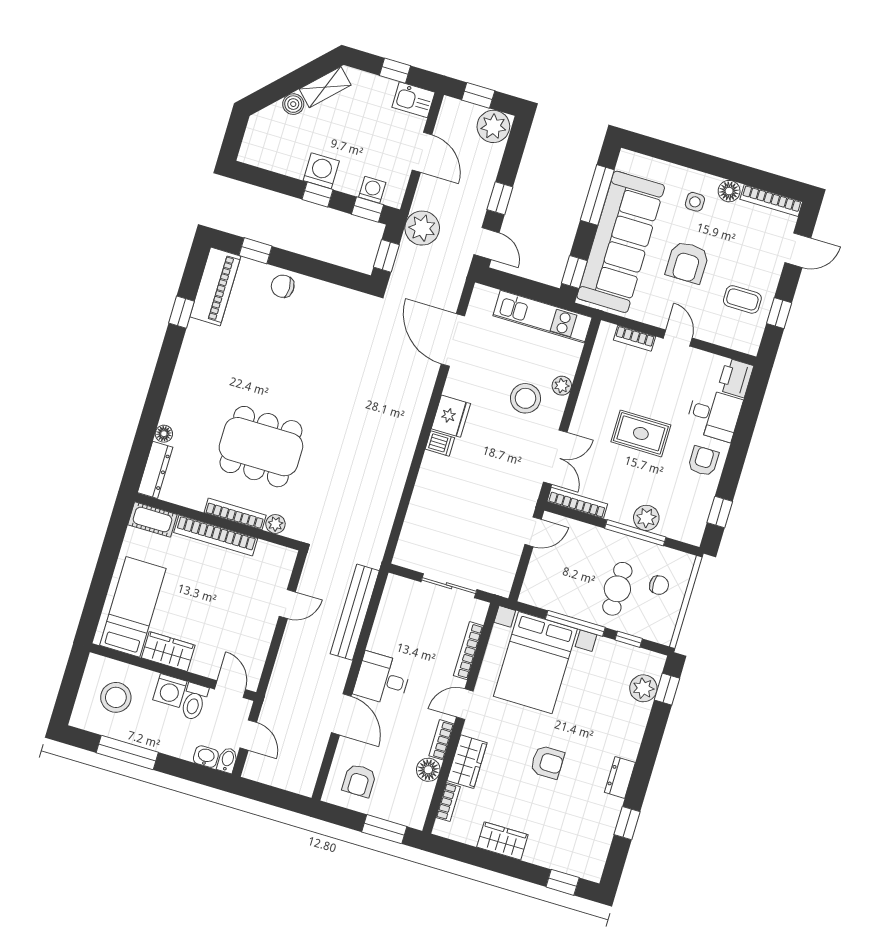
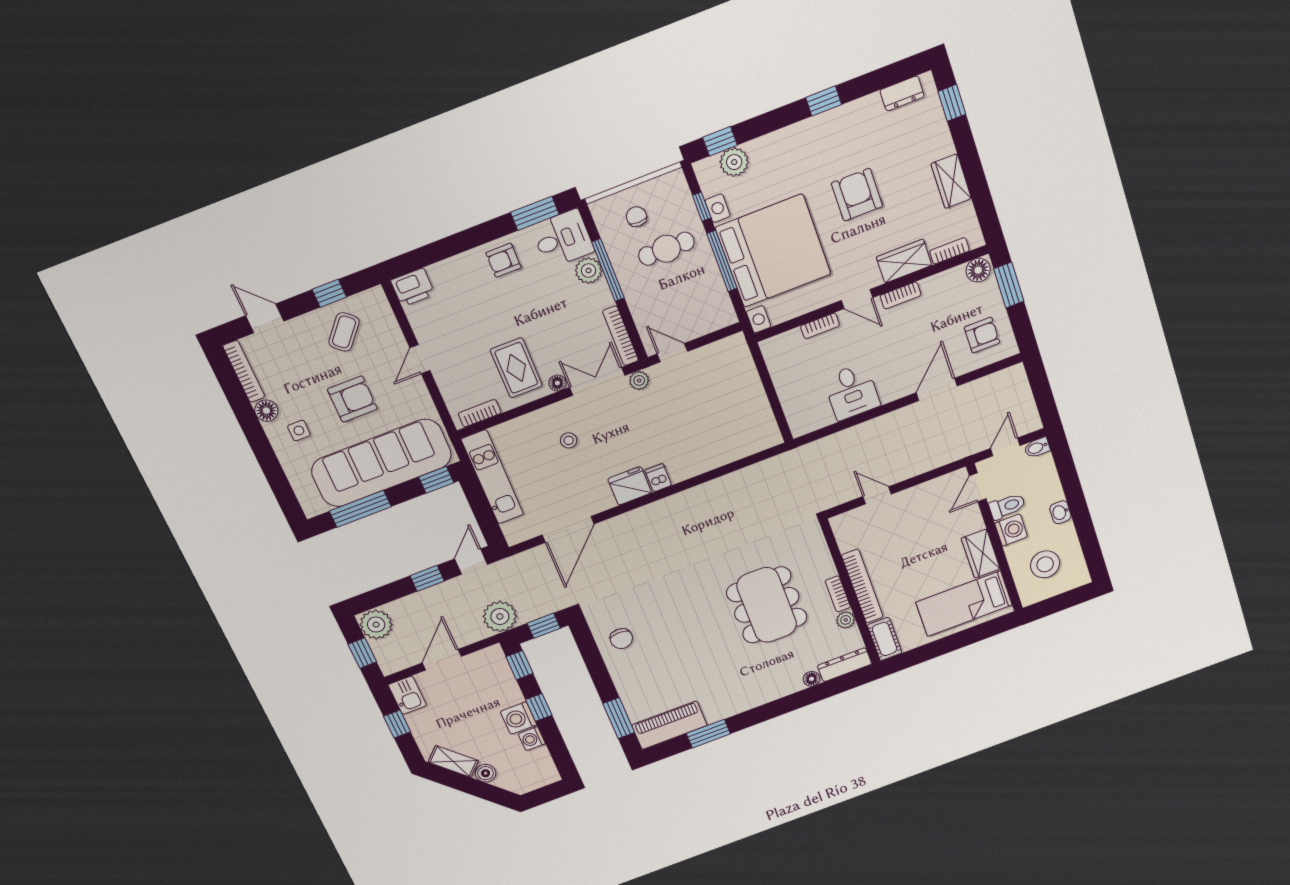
washing machine: (372, 190) -> (532, 739), moved
window: (256, 251) -> (619, 718), width x1.50
chair: (283, 286) -> (621, 639), moved
coffee table: (742, 299) -> (344, 332), turned 41
window: (182, 312) -> (708, 734), width x1.50
bookcase: (635, 338) -> (480, 413), moved, turned -90
plant: (562, 386) -> (639, 380), moved
stool: (525, 398) -> (569, 440), width x0.53, depth x0.53
desk: (714, 415) -> (563, 239), moved, turned 90
floor lamp: (578, 426) -> (557, 383), added
rug: (641, 433) -> (516, 368), moved
window: (720, 512) -> (535, 213), width x1.50
bookcase: (235, 514) -> (838, 594), width x0.64
plant: (275, 524) -> (846, 620), moved
sliding door: (449, 586) -> (768, 385), removed
bench: (355, 612) -> (845, 441), removed
bookcase: (468, 651) -> (820, 326), width x0.64
bed with nightstands: (535, 663) -> (773, 251), width x1.36
desk: (382, 679) -> (852, 392), moved
window: (127, 753) -> (1084, 525), removed
washbasin: (206, 757) -> (1060, 512), moved
armchair: (547, 762) -> (857, 195), width x1.38, depth x1.38
floor lamp: (428, 770) -> (978, 270), moved
dresser: (620, 777) -> (902, 93), moved
window: (627, 823) -> (824, 101), moved

